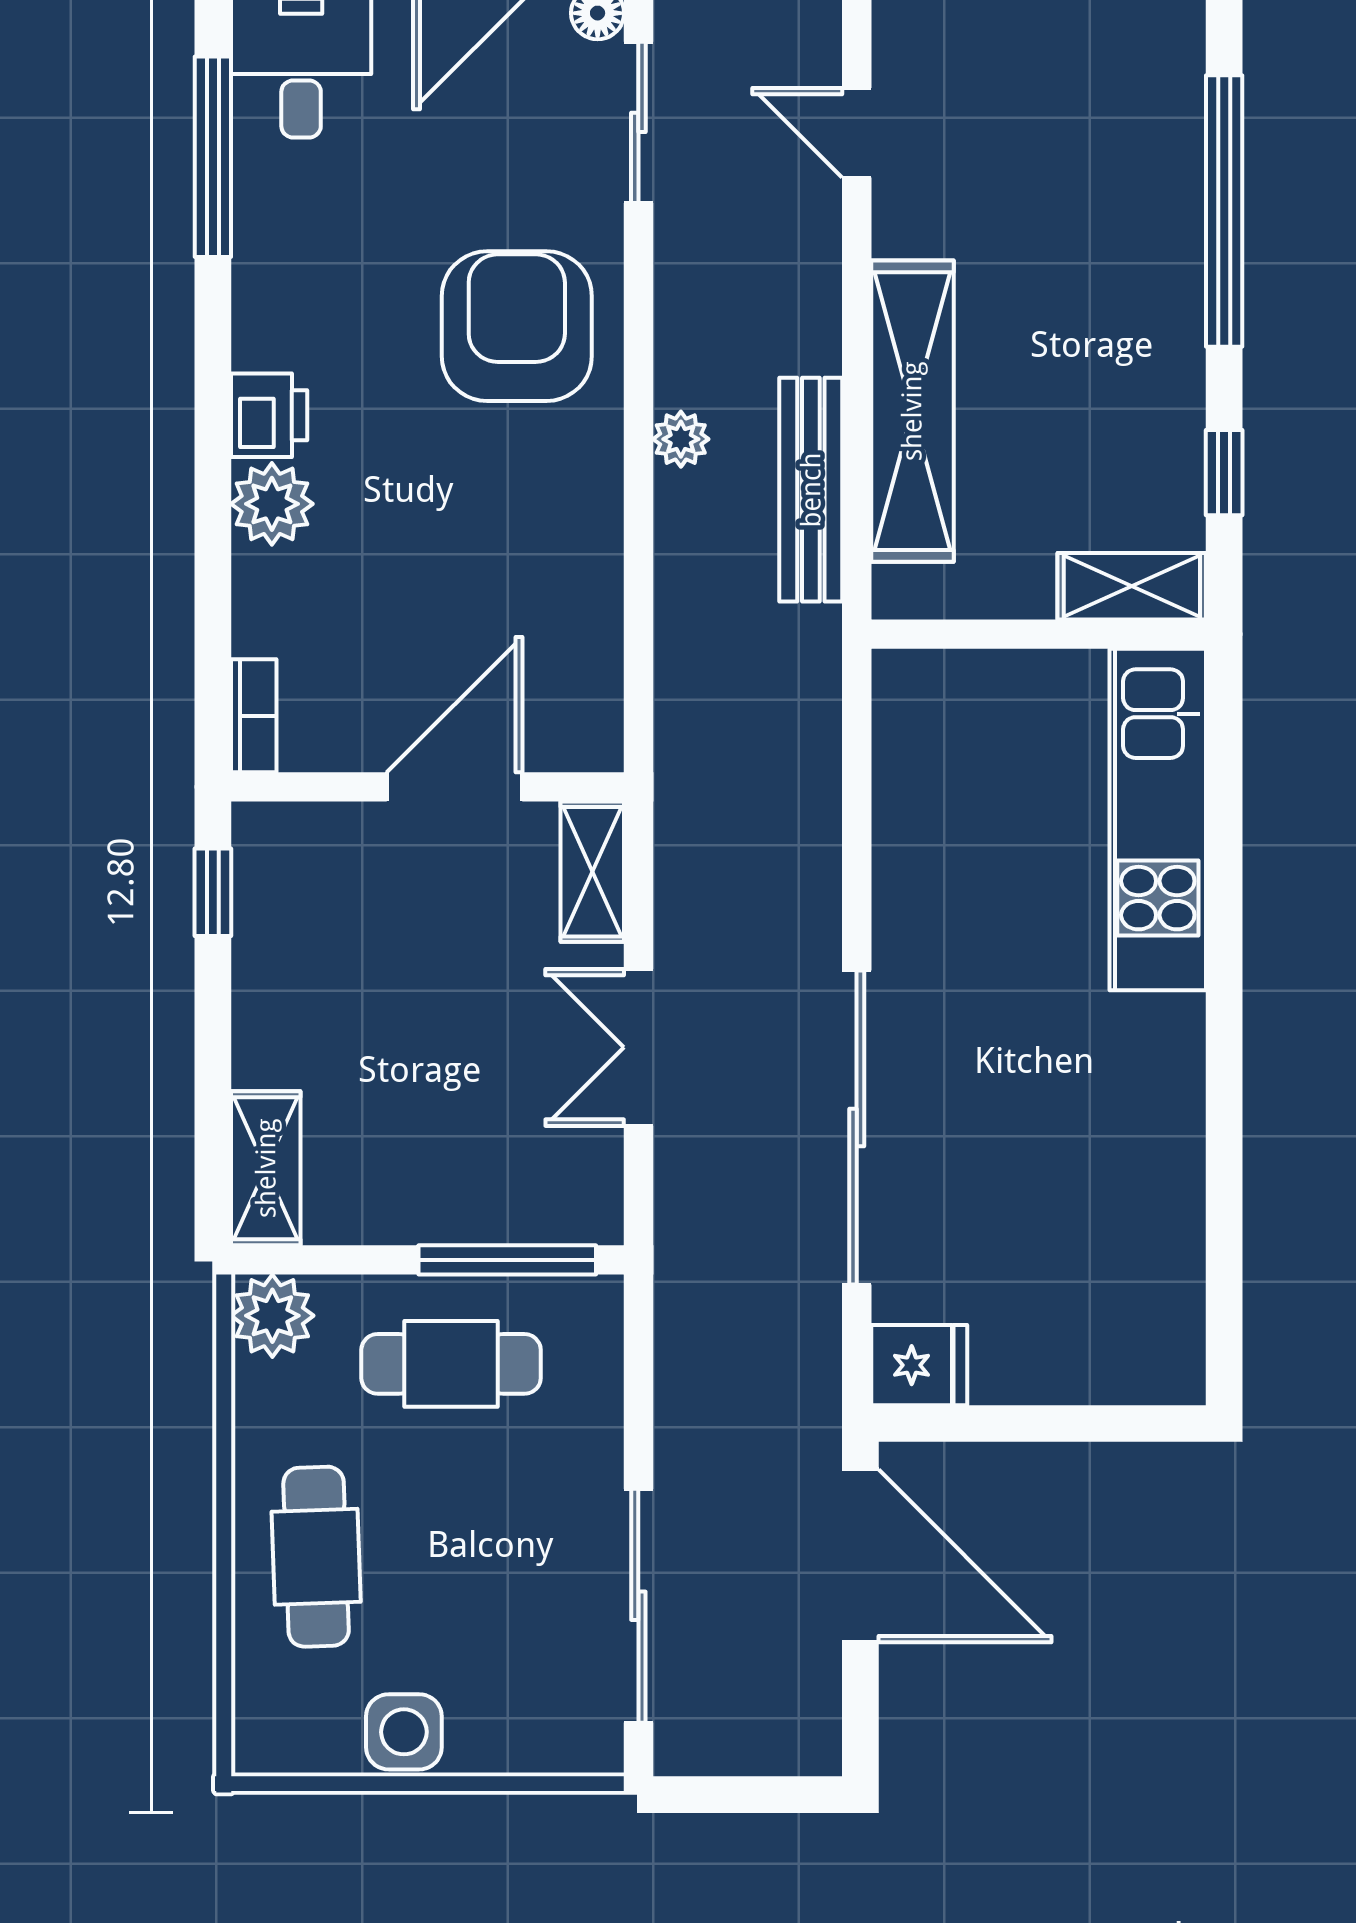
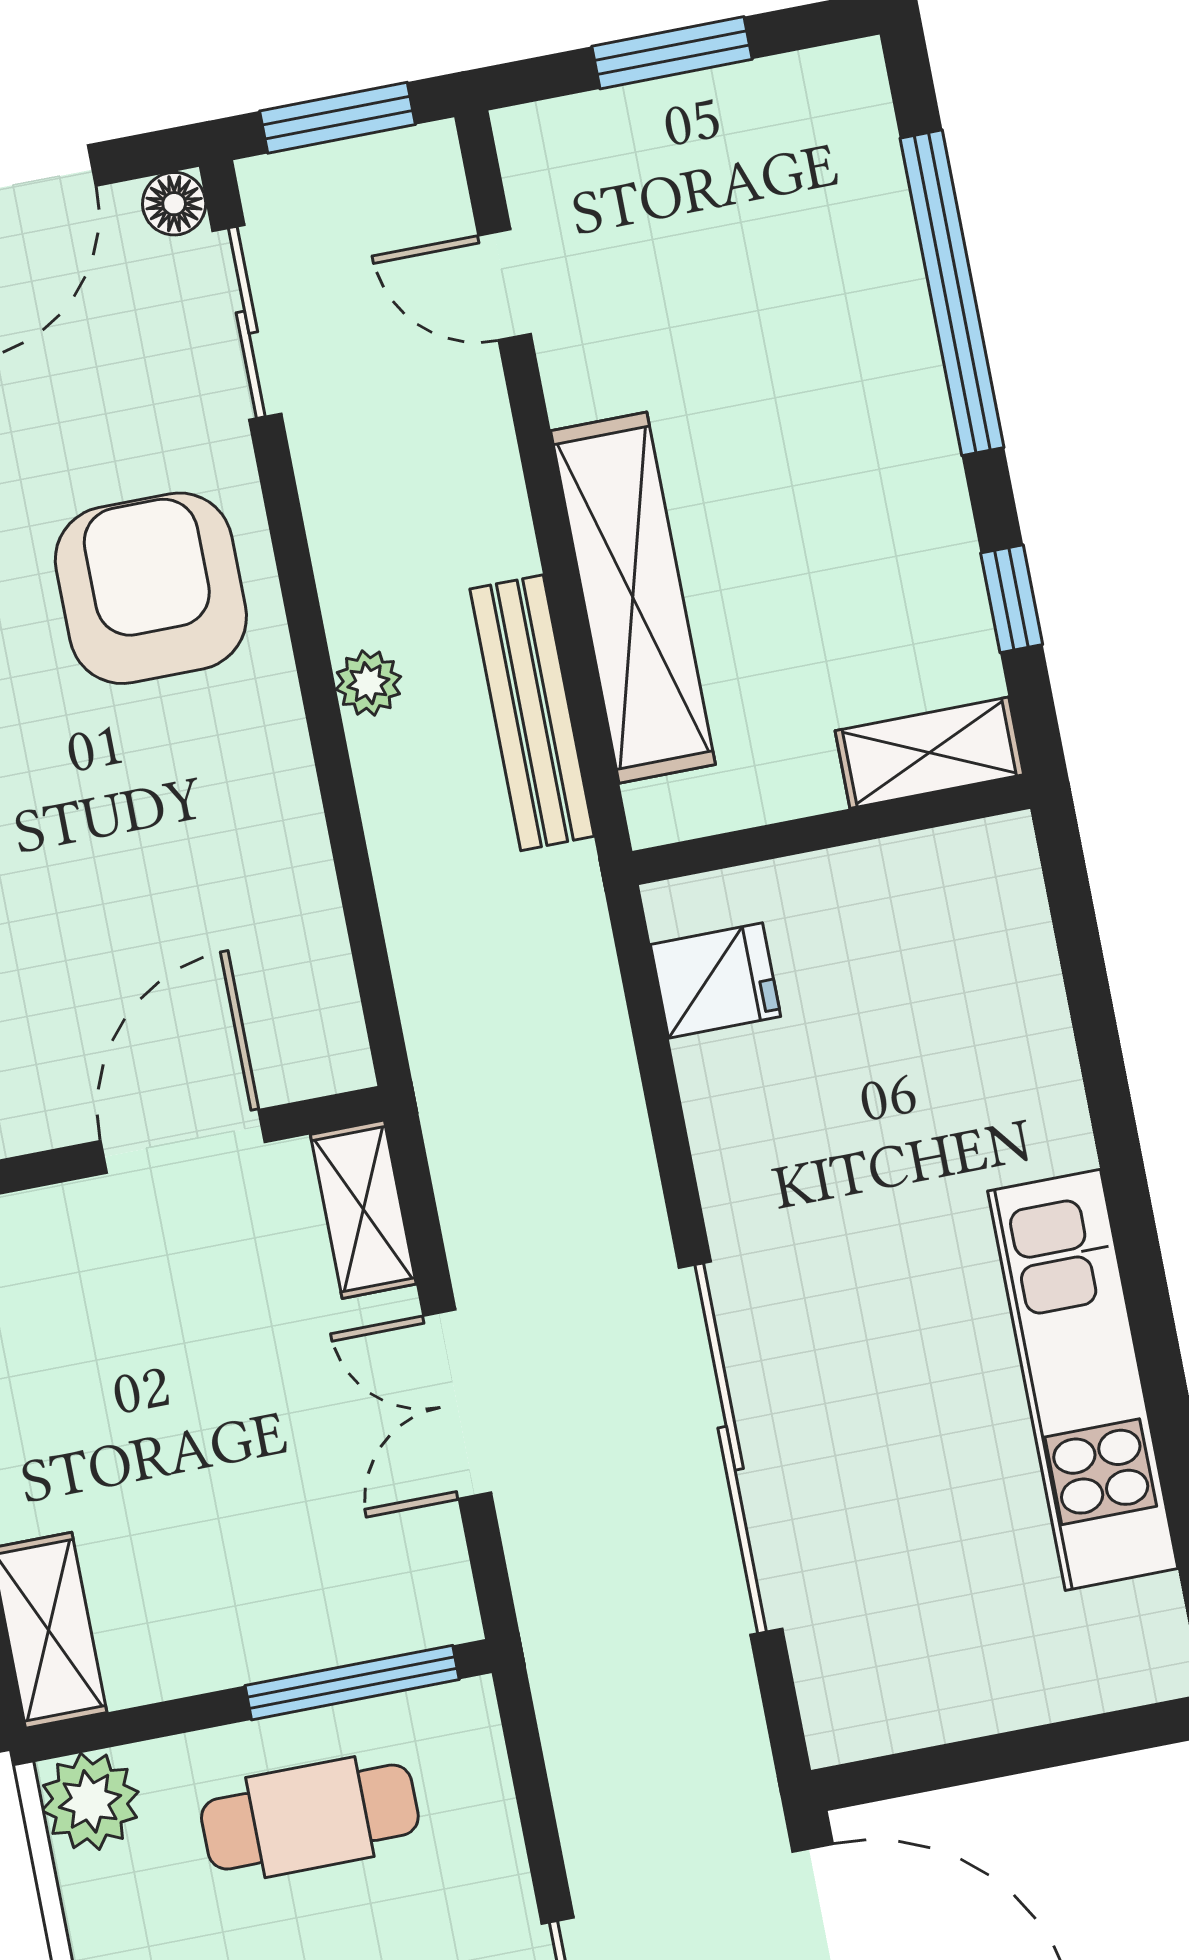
kitchen unit: (1158, 820) -> (1083, 1380), moved
fridge: (919, 1365) -> (716, 980), moved

